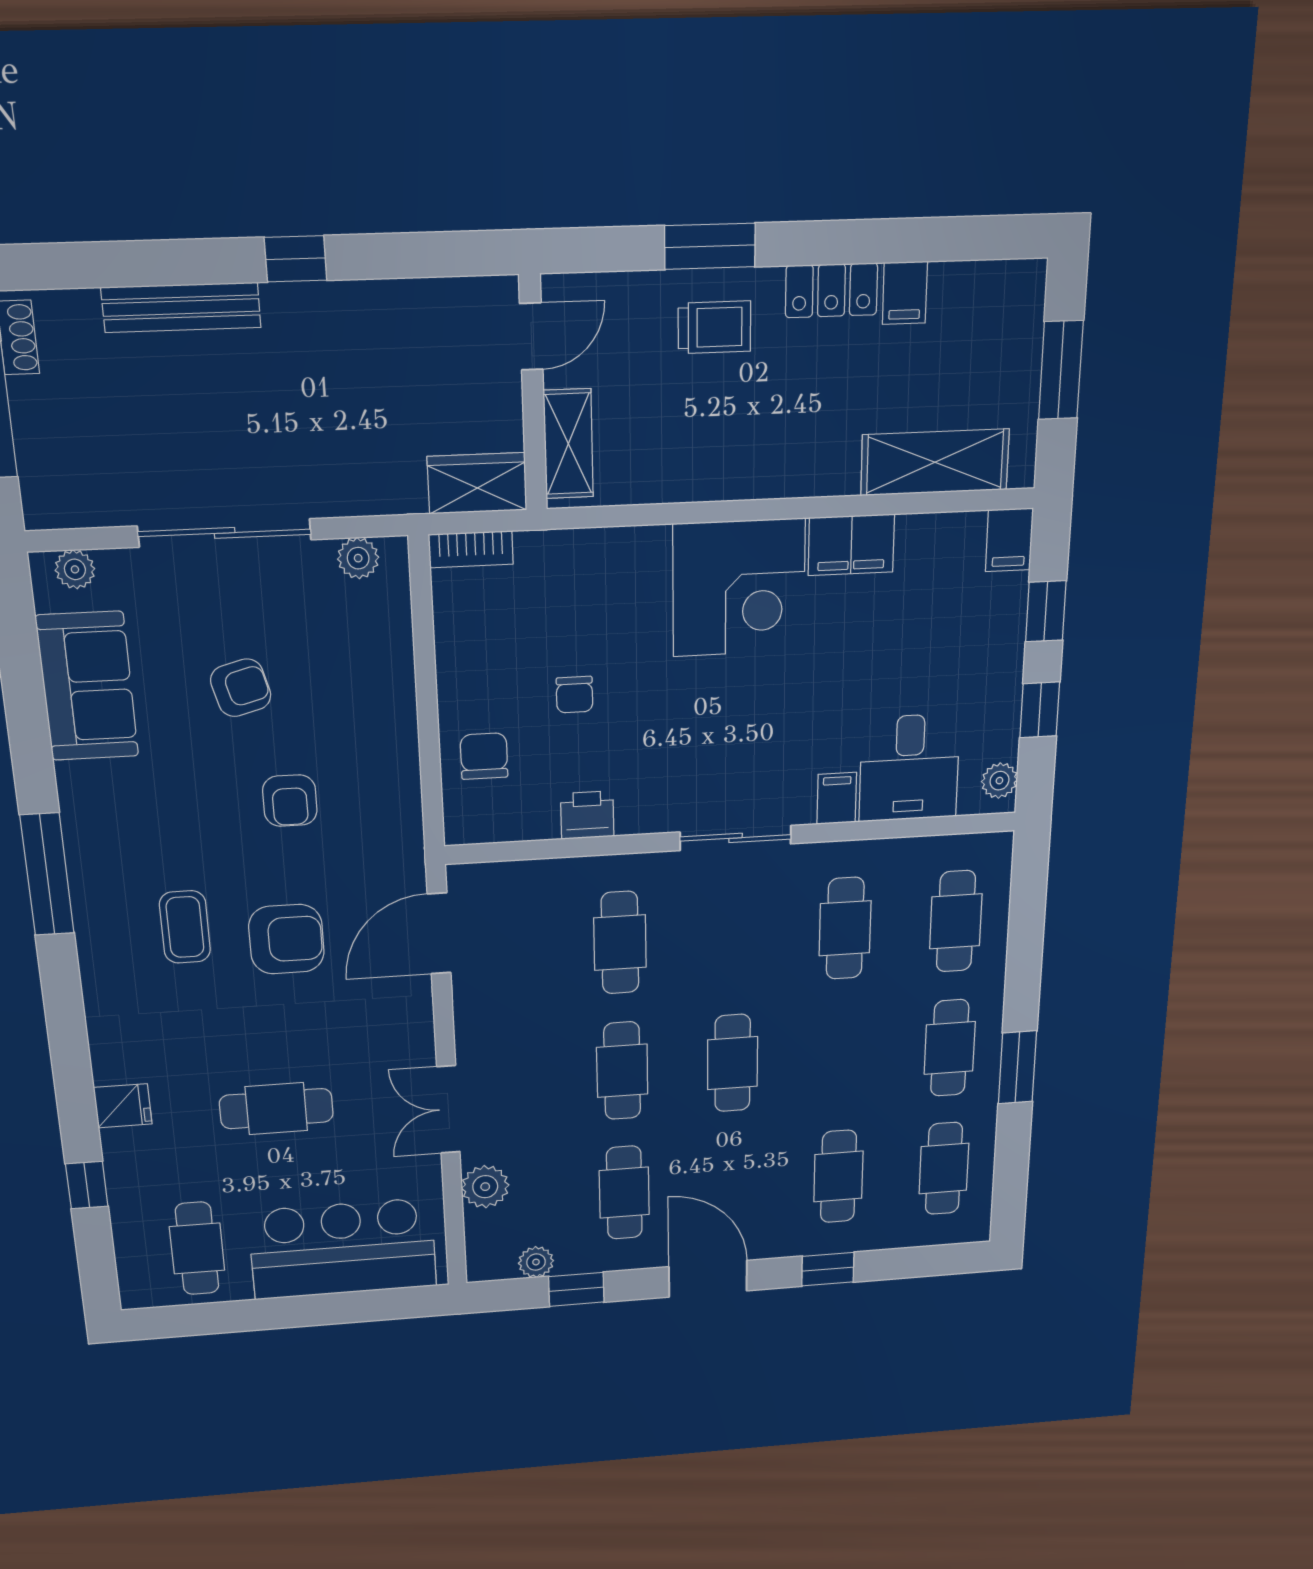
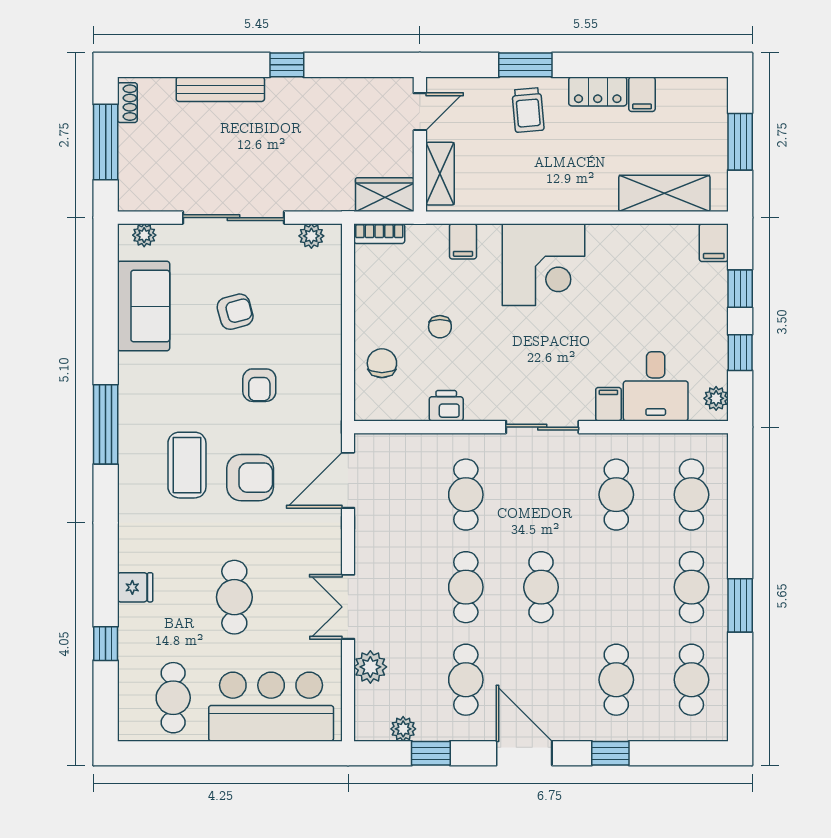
trolley: (714, 327) -> (528, 110), turned 85
filing cabinet: (851, 545) -> (463, 241), moved, width x0.50
coffee table: (185, 927) -> (187, 465), width x1.36, depth x1.30
cafe table: (276, 1109) -> (234, 597), turned 90

